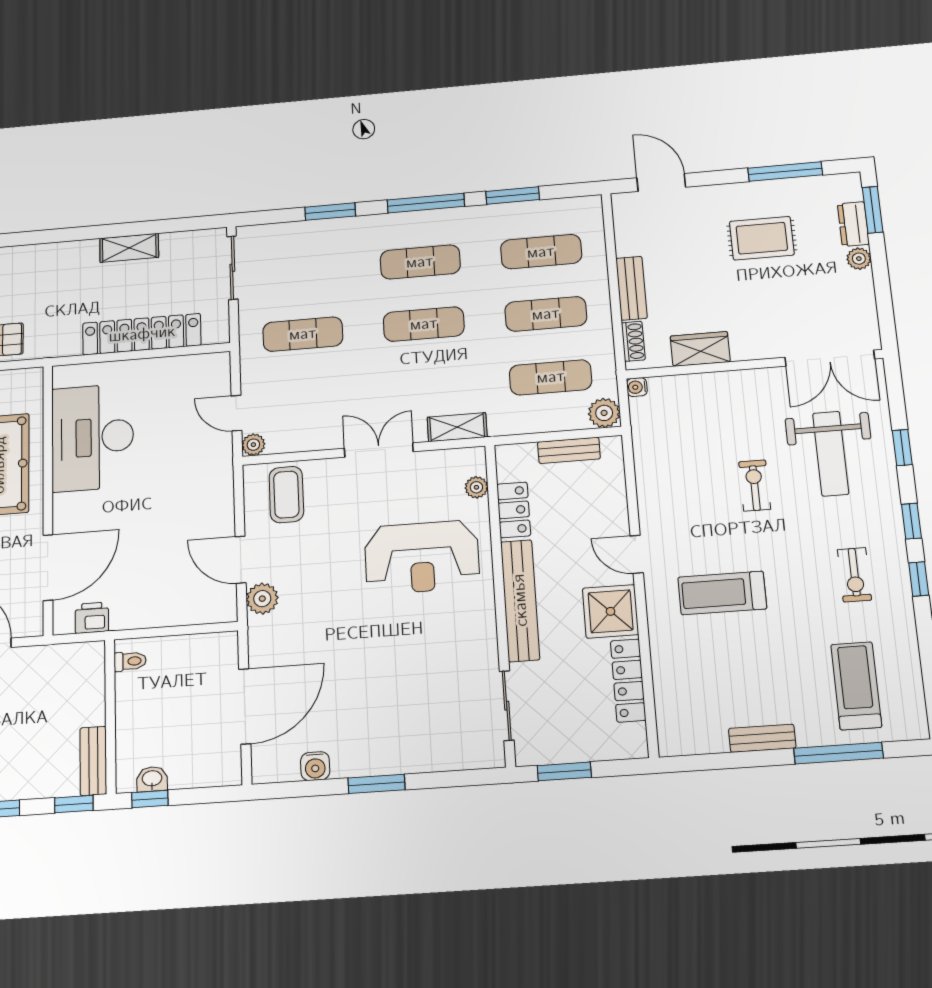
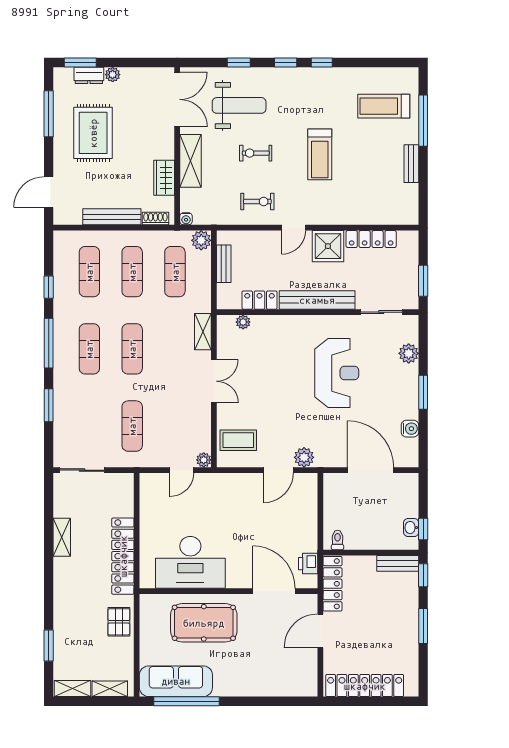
window: (513, 195) -> (49, 287), width x0.67
rug: (762, 238) -> (93, 133), width x1.36, depth x1.43
bench: (631, 288) -> (112, 217), width x1.36
locker: (142, 334) -> (123, 556), moved
shelving: (732, 386) -> (190, 161), added
double door: (379, 450) -> (214, 381), swing flipped
reception desk: (422, 557) -> (337, 373), moved
exercise bike: (854, 575) -> (257, 201), moved
treadmill: (722, 593) -> (320, 154), moved
locker: (60, 658) -> (332, 584), added
plant: (440, 755) -> (409, 353), added

